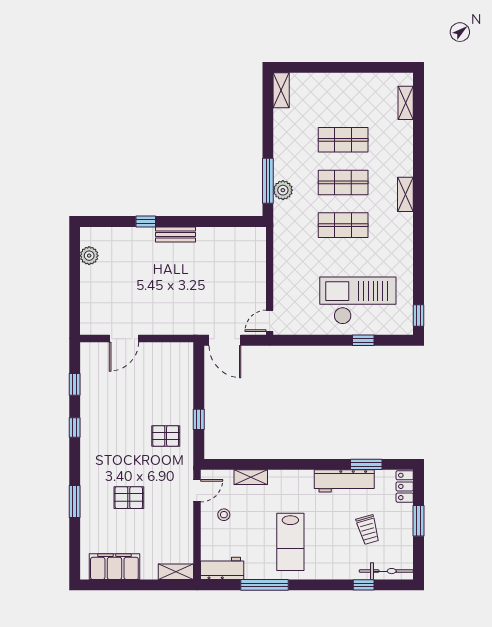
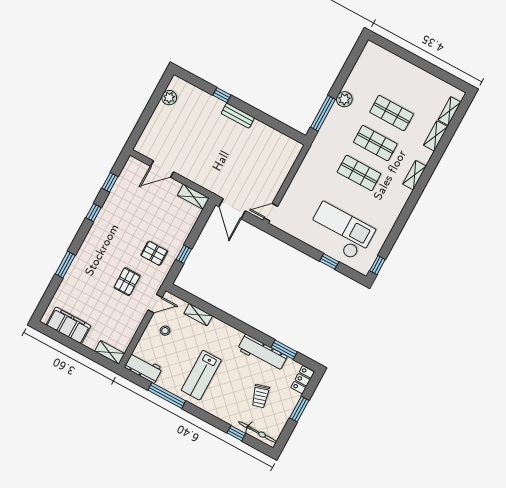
shelving: (281, 90) -> (436, 136), moved
plant: (283, 190) -> (344, 99), moved
shelving: (175, 350) -> (193, 197), added
pallet: (129, 498) -> (127, 282), moved, turned 90

